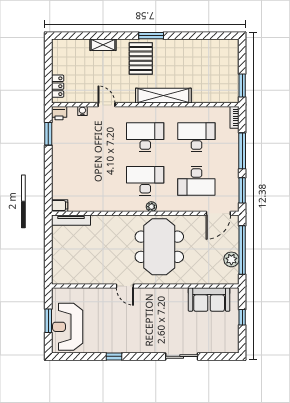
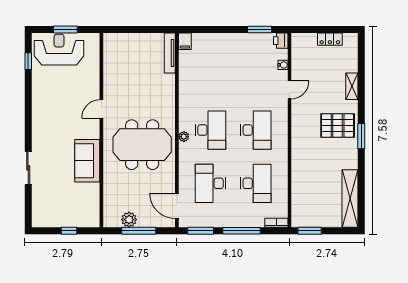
locker: (58, 86) -> (330, 39), moved
shelving: (163, 96) -> (350, 198), moved
window: (242, 250) -> (139, 231), width x0.68
sofa: (209, 300) -> (87, 161), moved
window: (114, 356) -> (28, 61), moved

